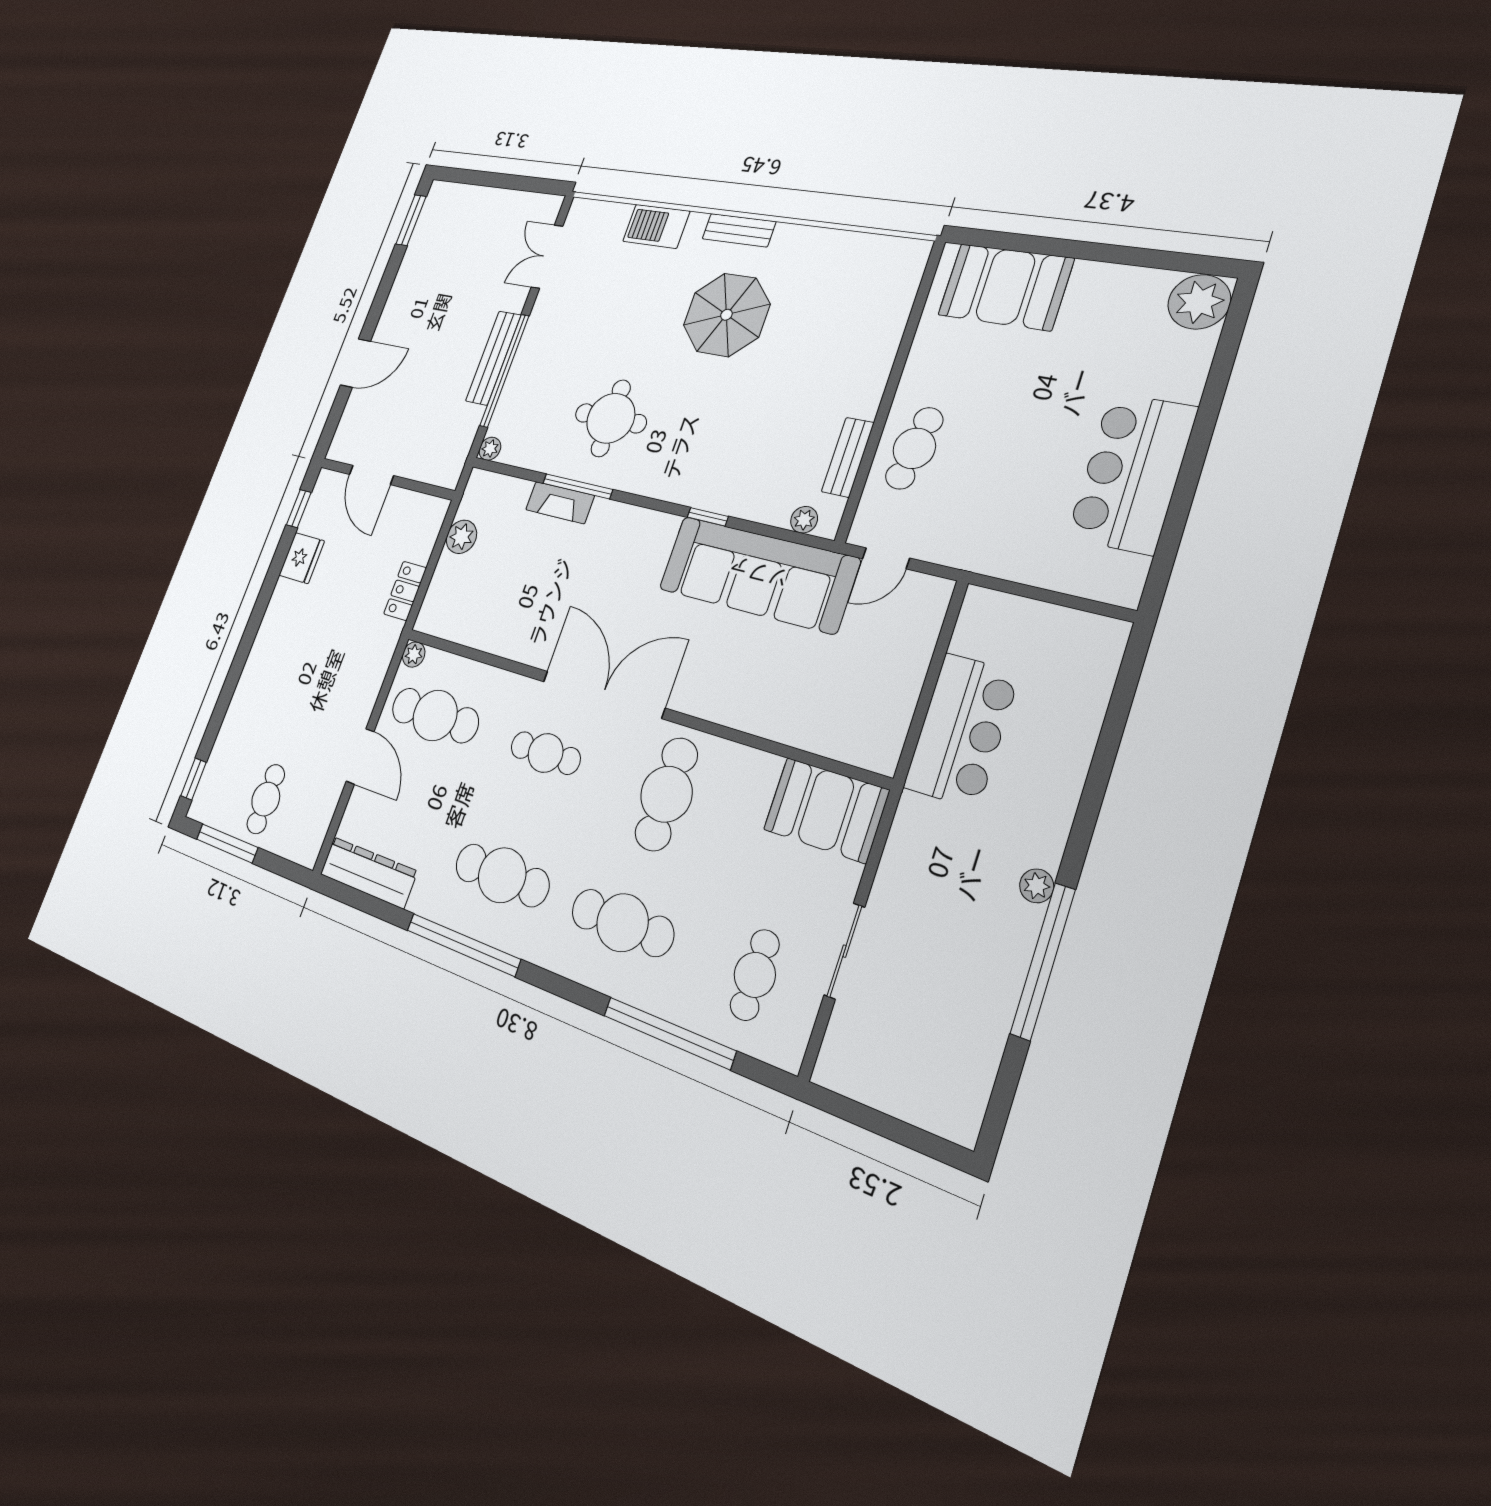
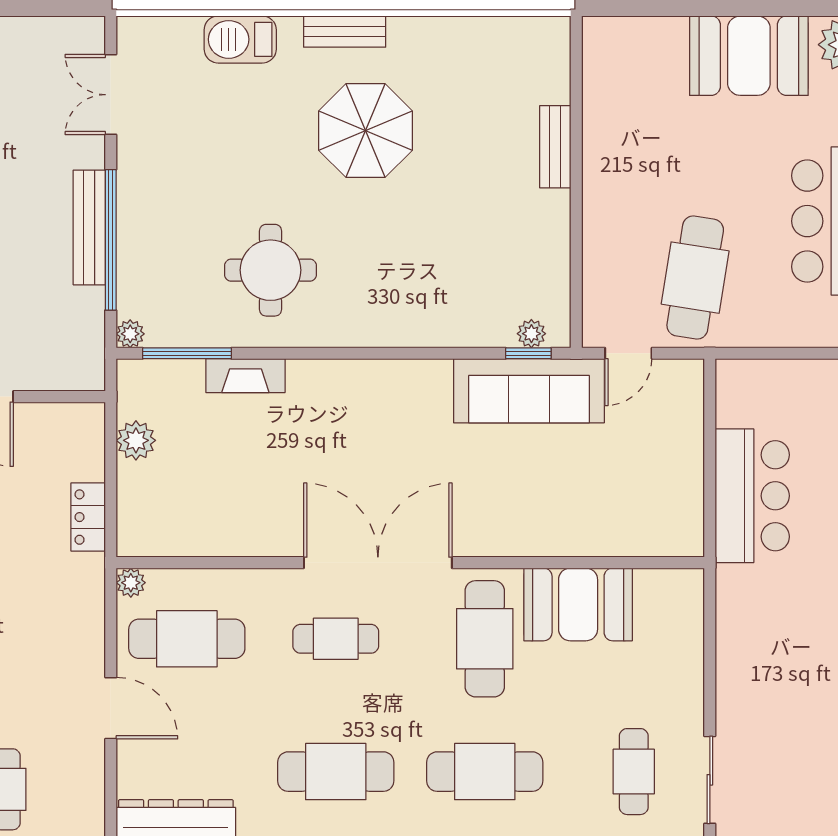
booth: (1005, 287) -> (749, 56), moved
cafe table: (914, 448) -> (695, 278), moved, width x1.37, depth x1.35
bench: (848, 457) -> (555, 147), moved
window: (578, 486) -> (187, 353), moved
window: (708, 517) -> (528, 353), moved
sofa: (758, 574) -> (529, 391), width x0.74, depth x0.79
booth: (826, 810) -> (578, 604), moved
sliding door: (844, 951) -> (710, 780), moved

